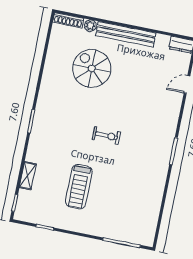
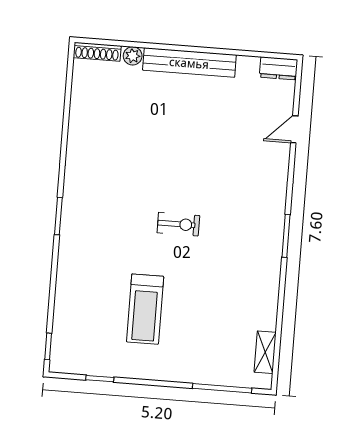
spiral stairs: (92, 68) -> (143, 122), removed
shelving: (28, 176) -> (265, 352), moved

